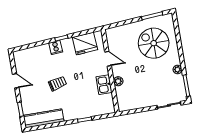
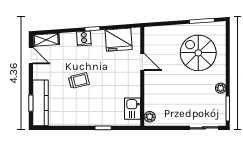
shelving: (24, 54) -> (46, 40), added
door: (16, 81) -> (31, 55), moved
plant: (118, 81) -> (150, 117), moved
kitchen sink: (104, 85) -> (133, 109), moved
kitchen counter: (44, 118) -> (40, 103), moved, turned 90

